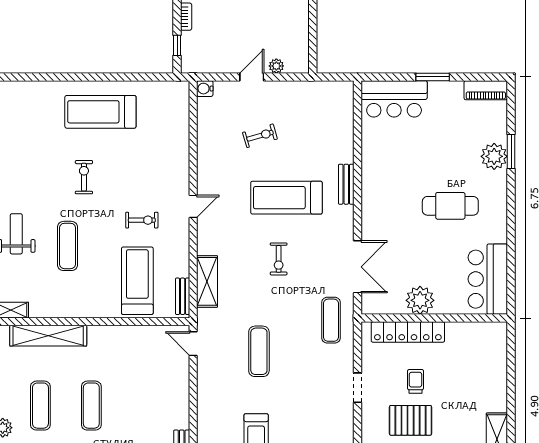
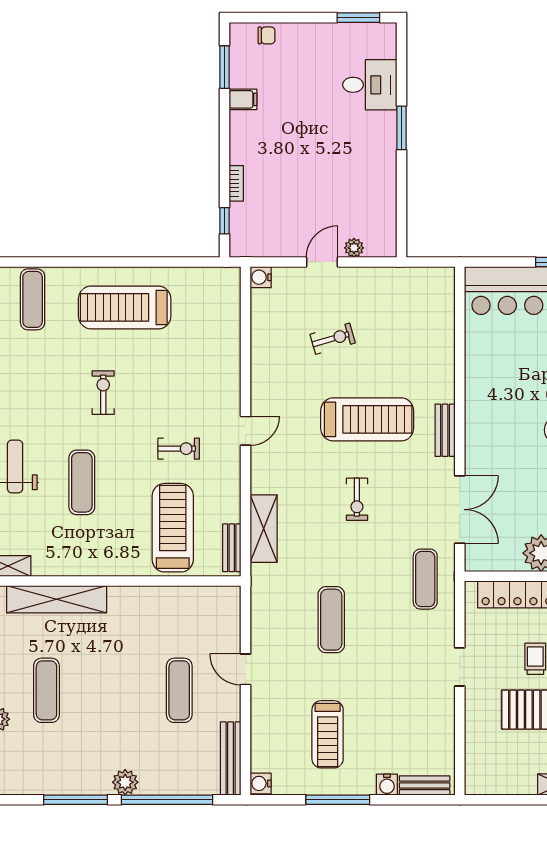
exercise mat: (30, 106) -> (33, 299), added
bench: (346, 184) -> (445, 430), moved
treadmill: (286, 198) -> (367, 419), turned 180
door: (193, 344) -> (246, 669), moved
exercise mat: (91, 406) -> (179, 690), moved

